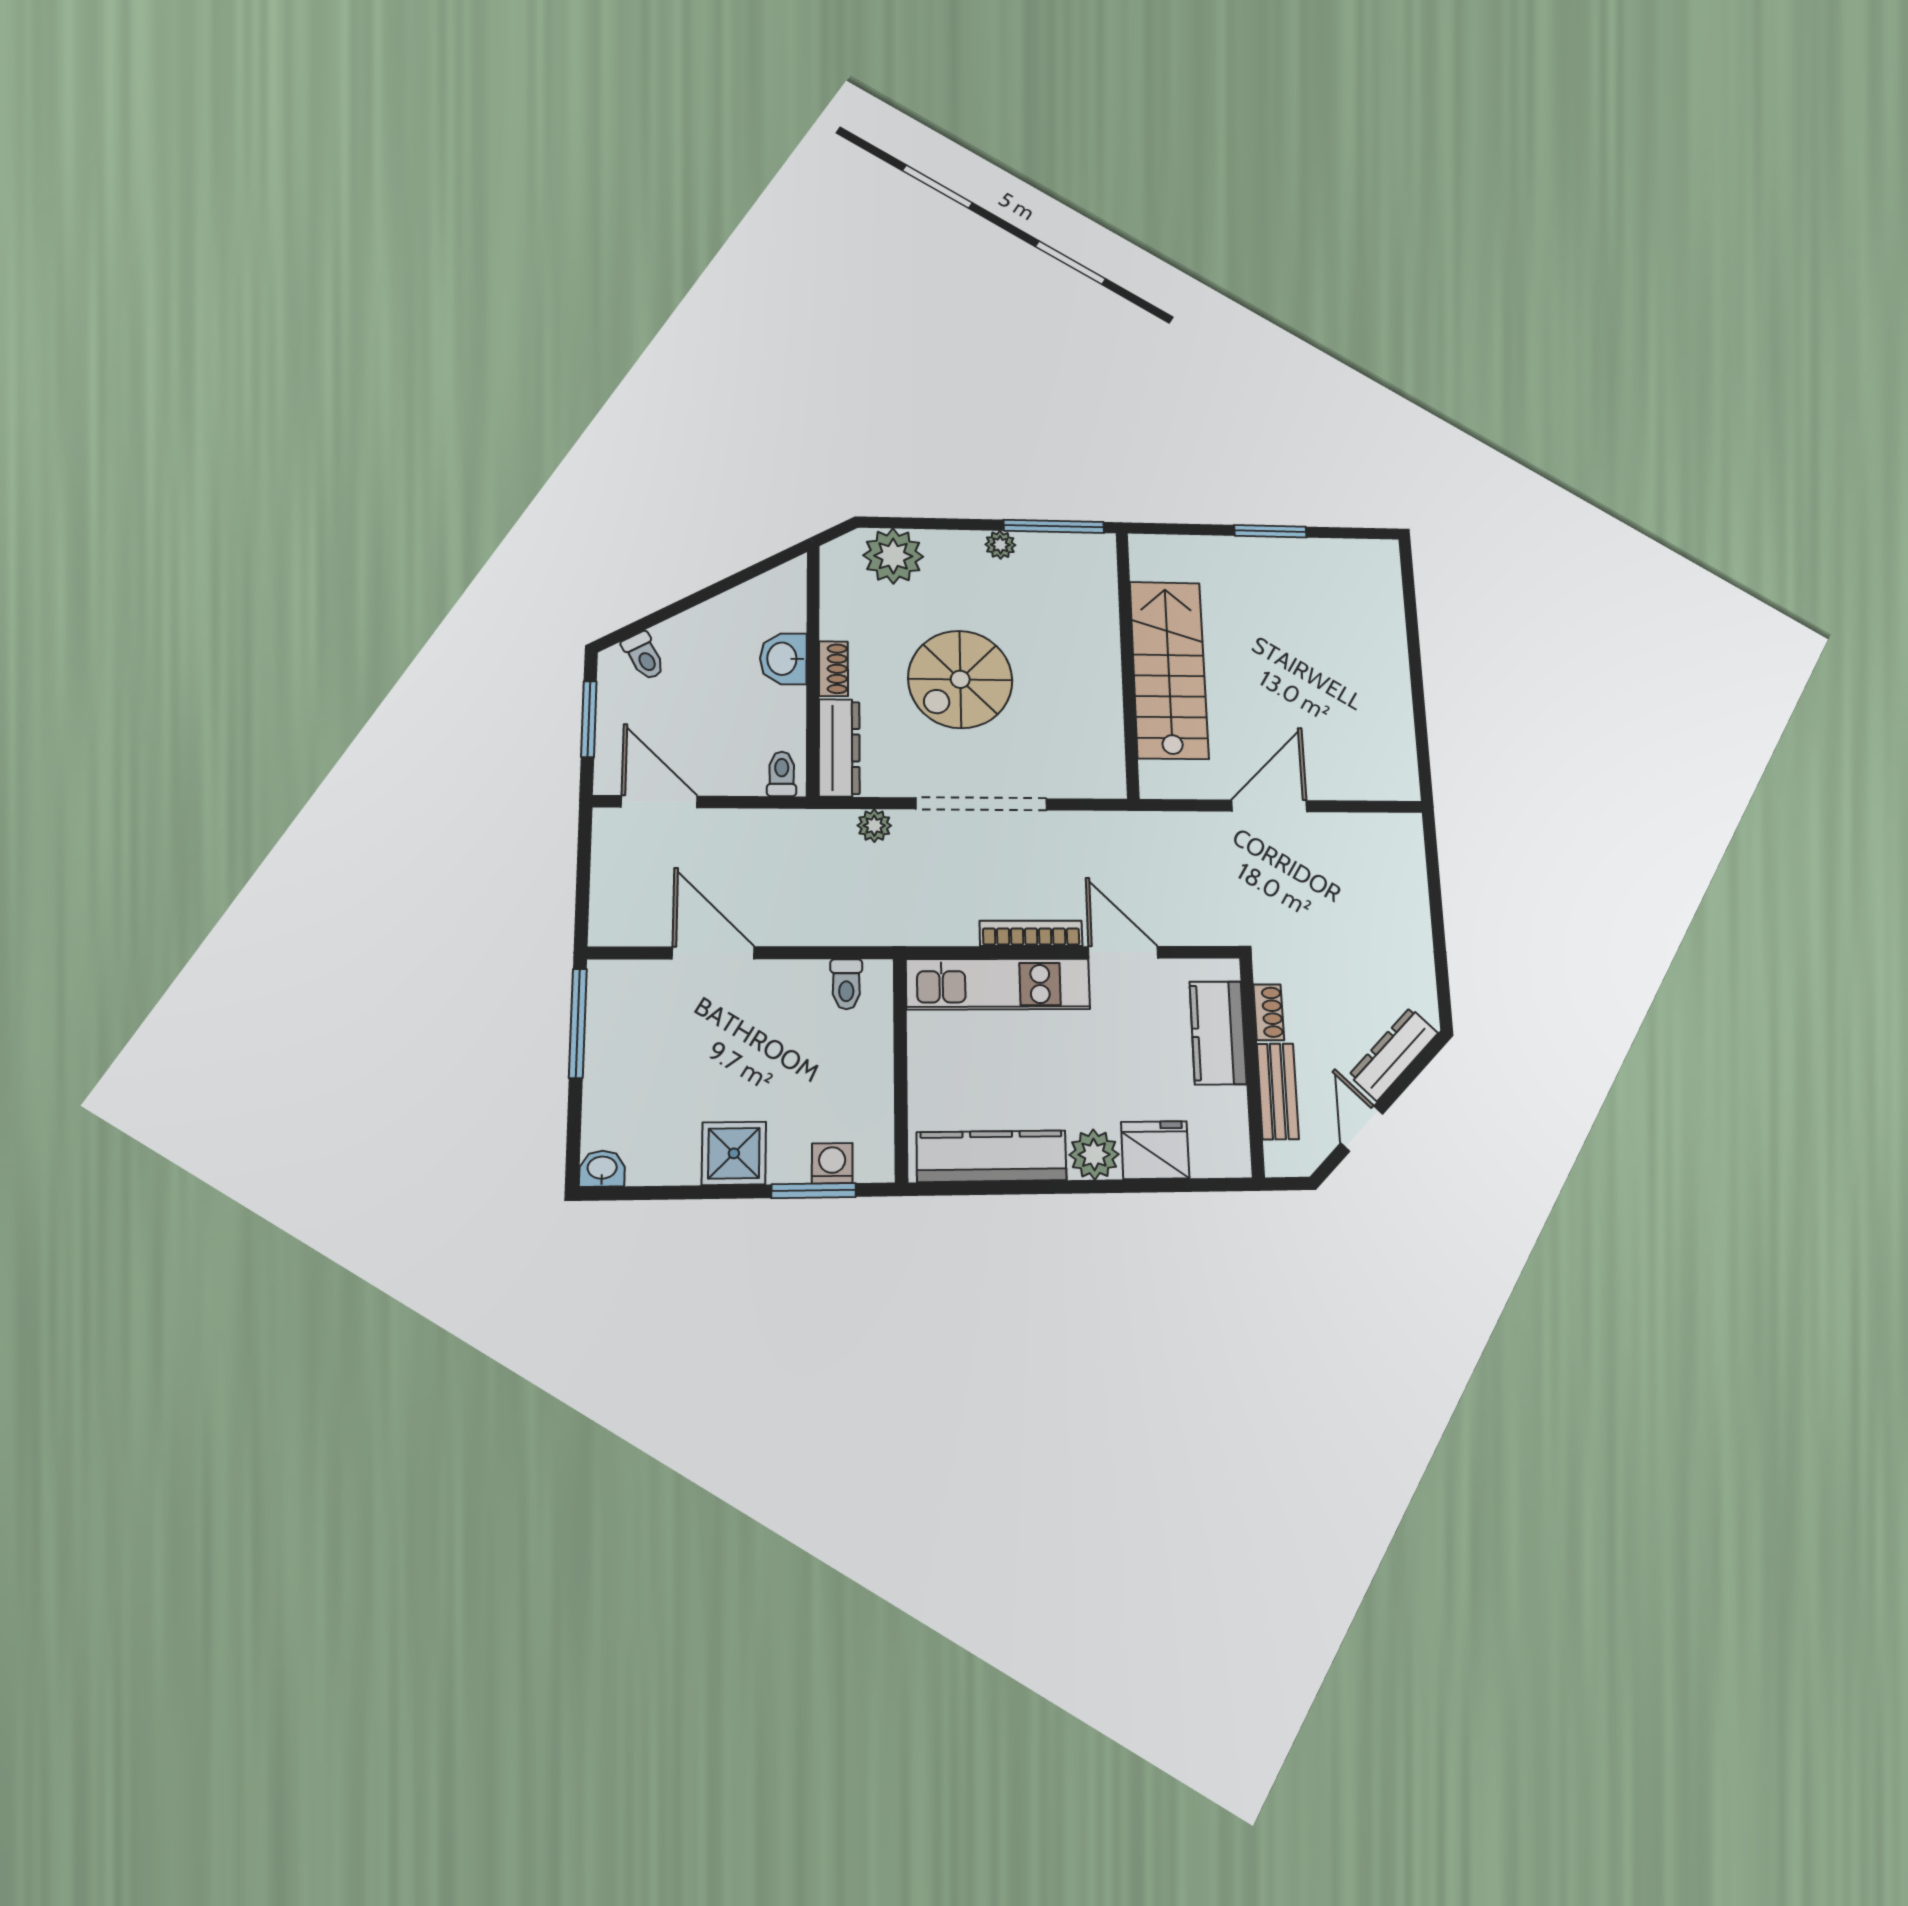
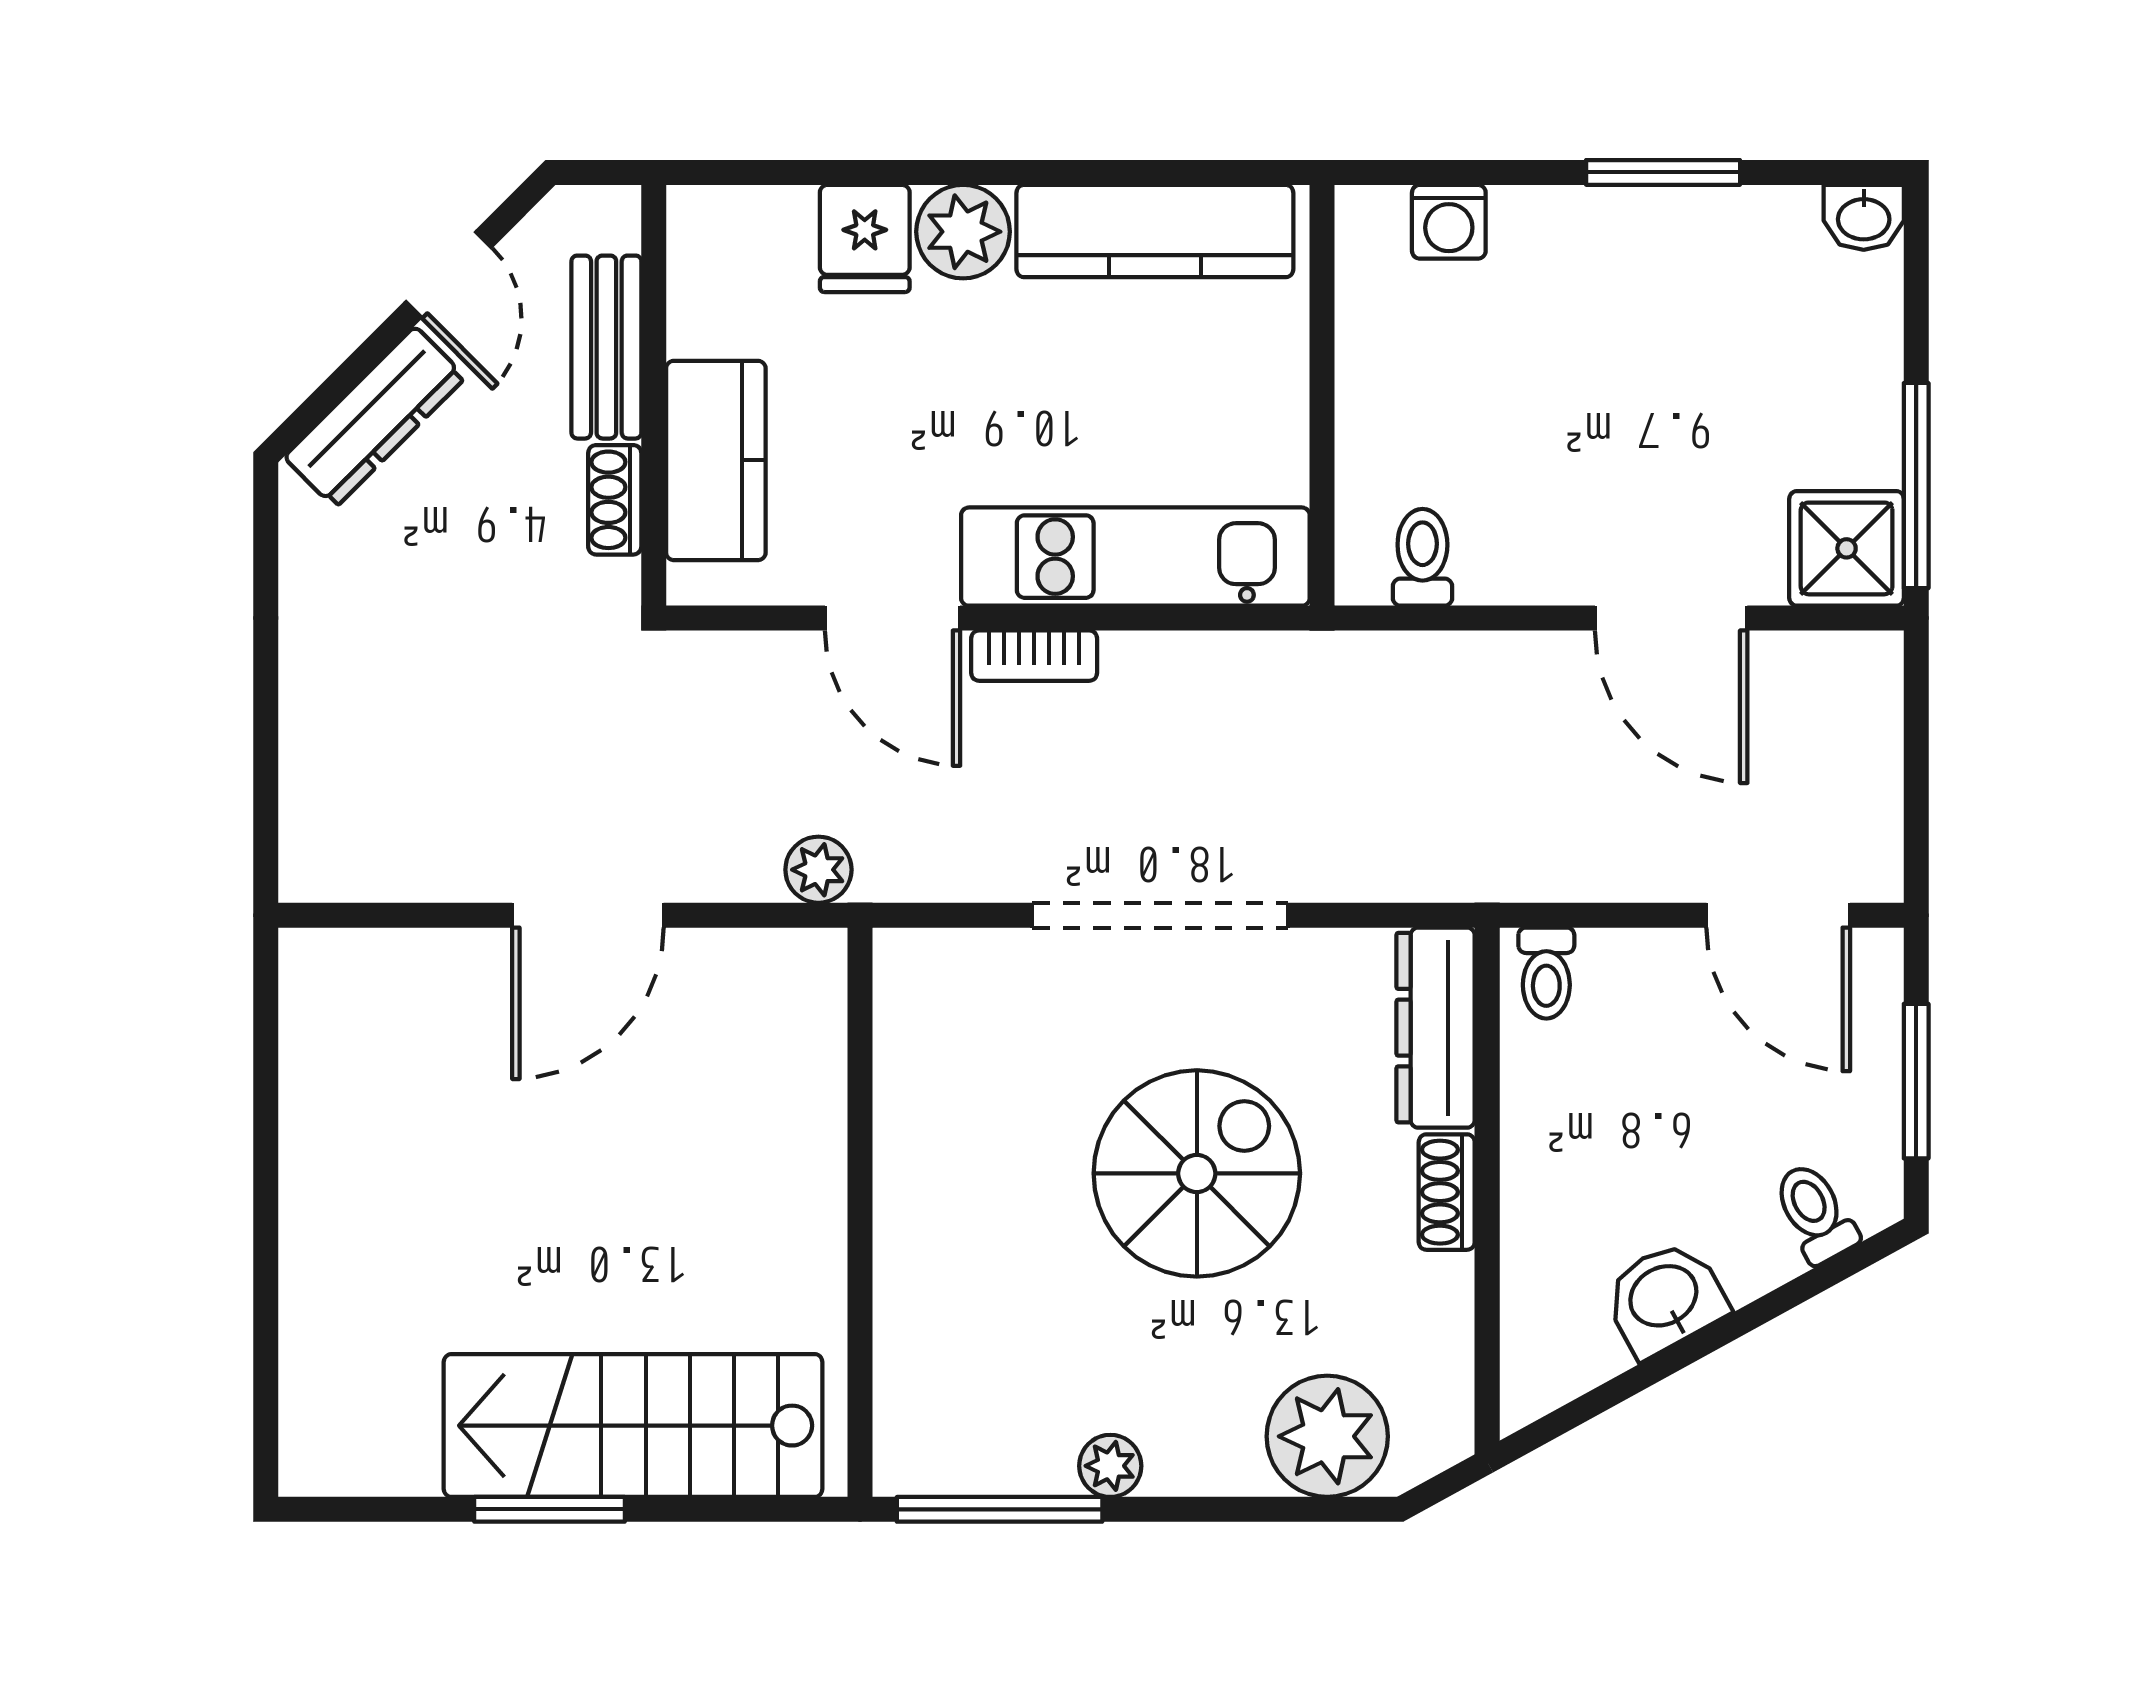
washbasin: (783, 659) -> (1665, 1298), moved, turned -119
stairs: (1169, 670) -> (633, 1426), moved, turned 90
plant: (874, 826) -> (818, 870), moved
bookcase: (1031, 933) -> (1034, 656), width x0.64
fridge: (1155, 1150) -> (865, 238), width x0.72
shower: (734, 1153) -> (1847, 548), moved
window: (814, 1191) -> (1663, 172), moved

